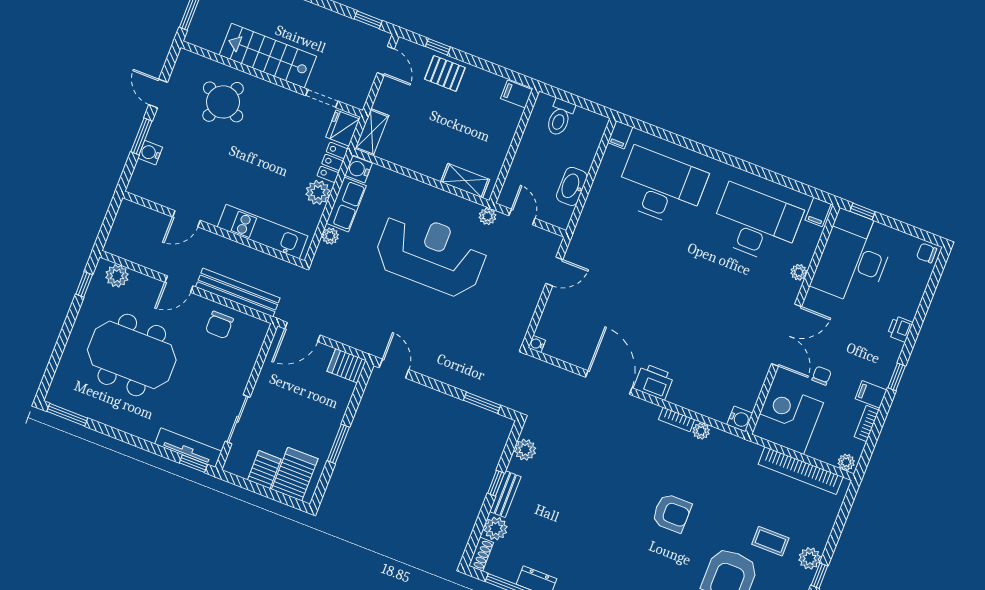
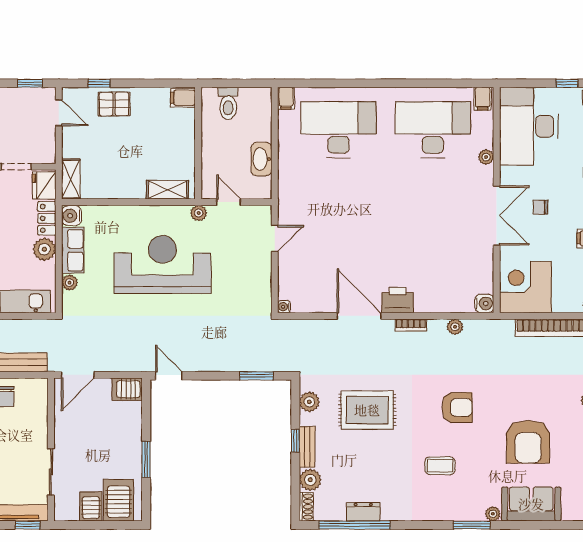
window: (862, 211) -> (567, 83), moved
chair: (821, 376) -> (540, 207), moved, turned -90
bookcase: (677, 419) -> (411, 325), moved
rug: (580, 481) -> (367, 410), added
coffee table: (770, 541) -> (440, 466), moved

